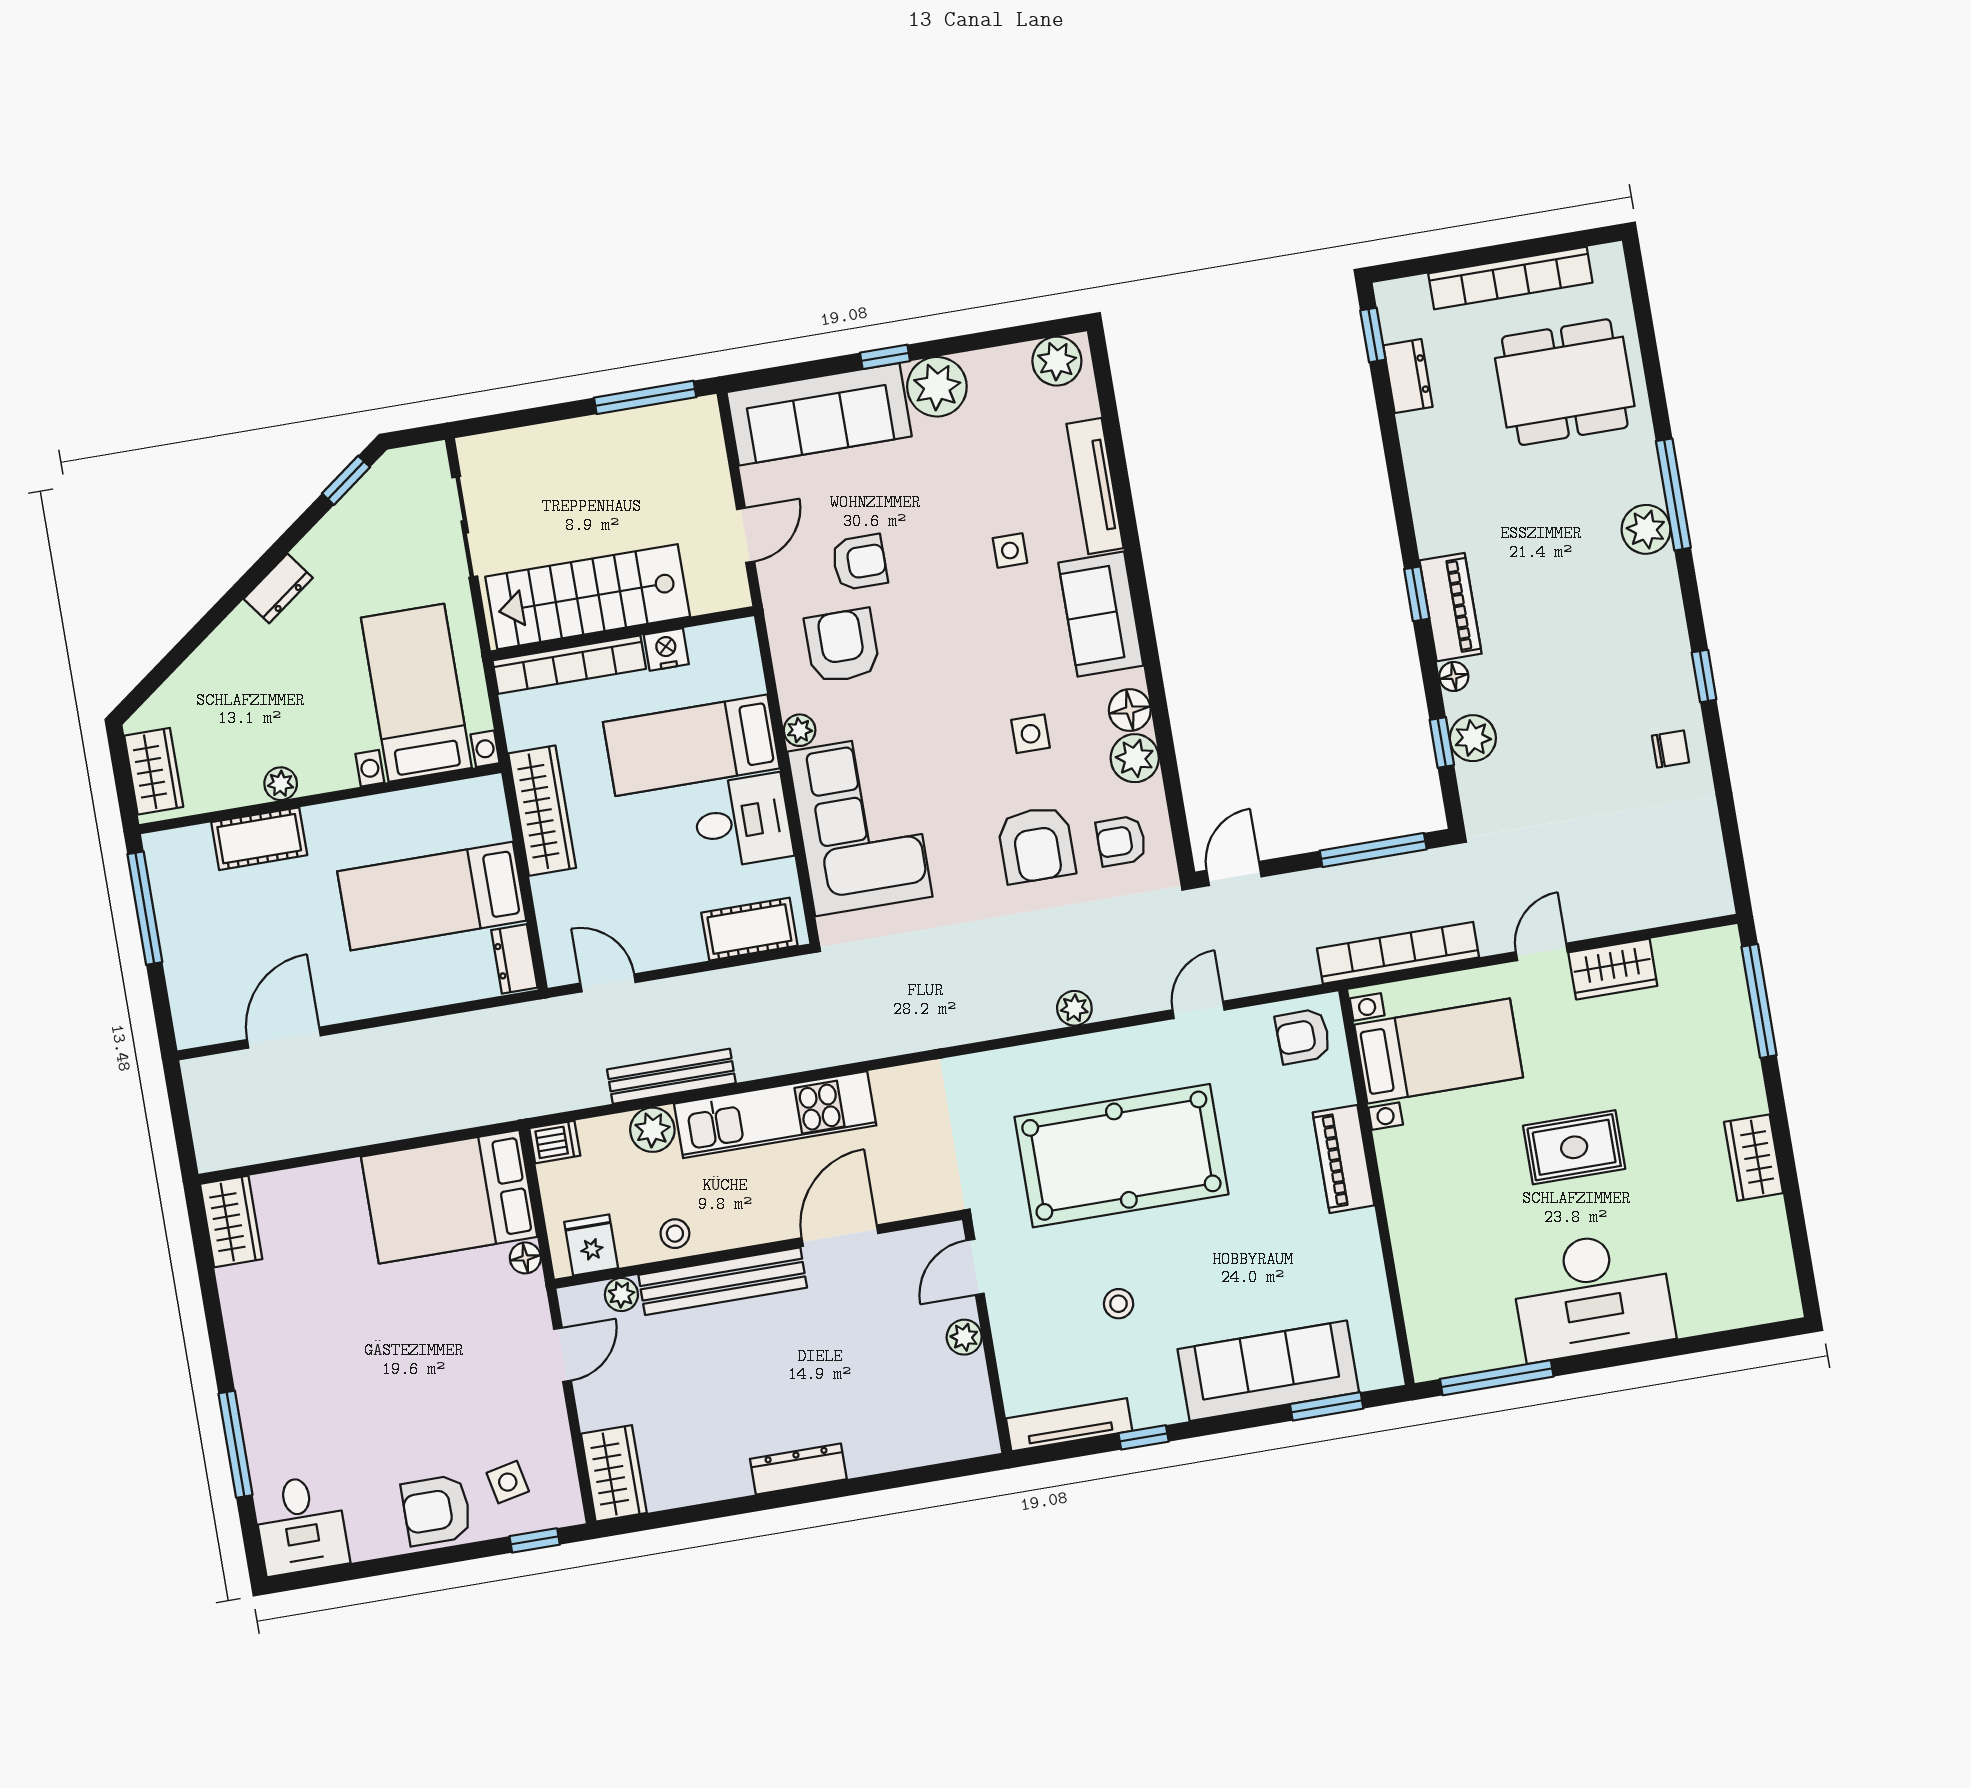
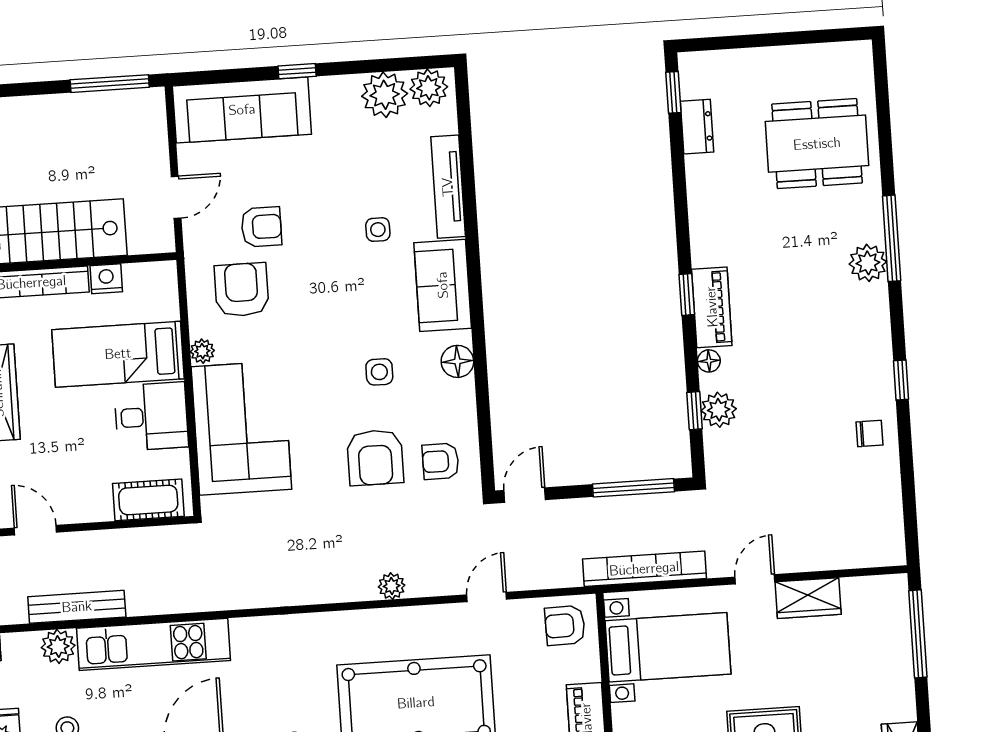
bookcase: (1510, 278) -> (783, 59), removed
plant: (937, 387) -> (385, 95), moved
plant: (1135, 758) -> (457, 399), removed

